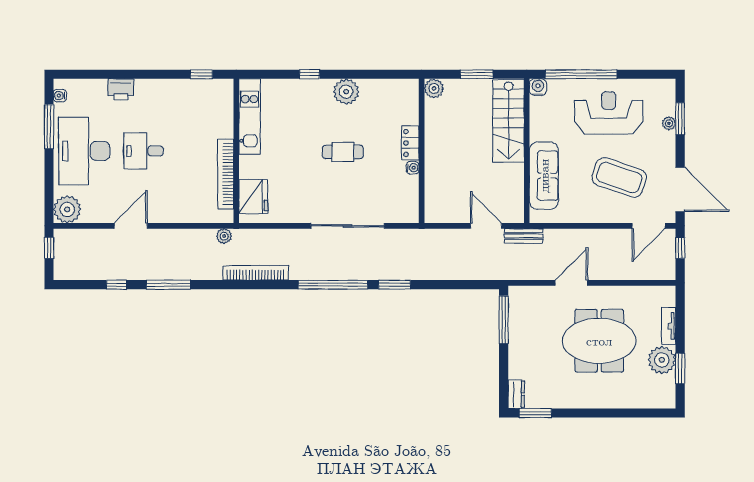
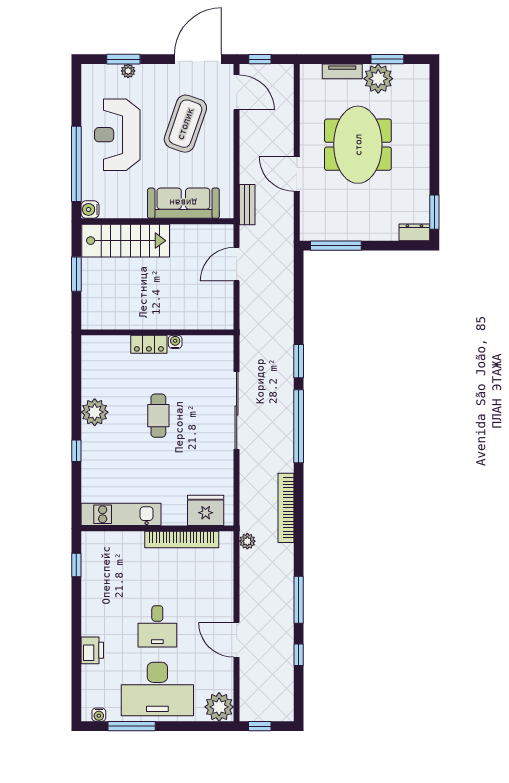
plant: (434, 88) -> (91, 319), removed
bench: (524, 236) -> (247, 205), moved

